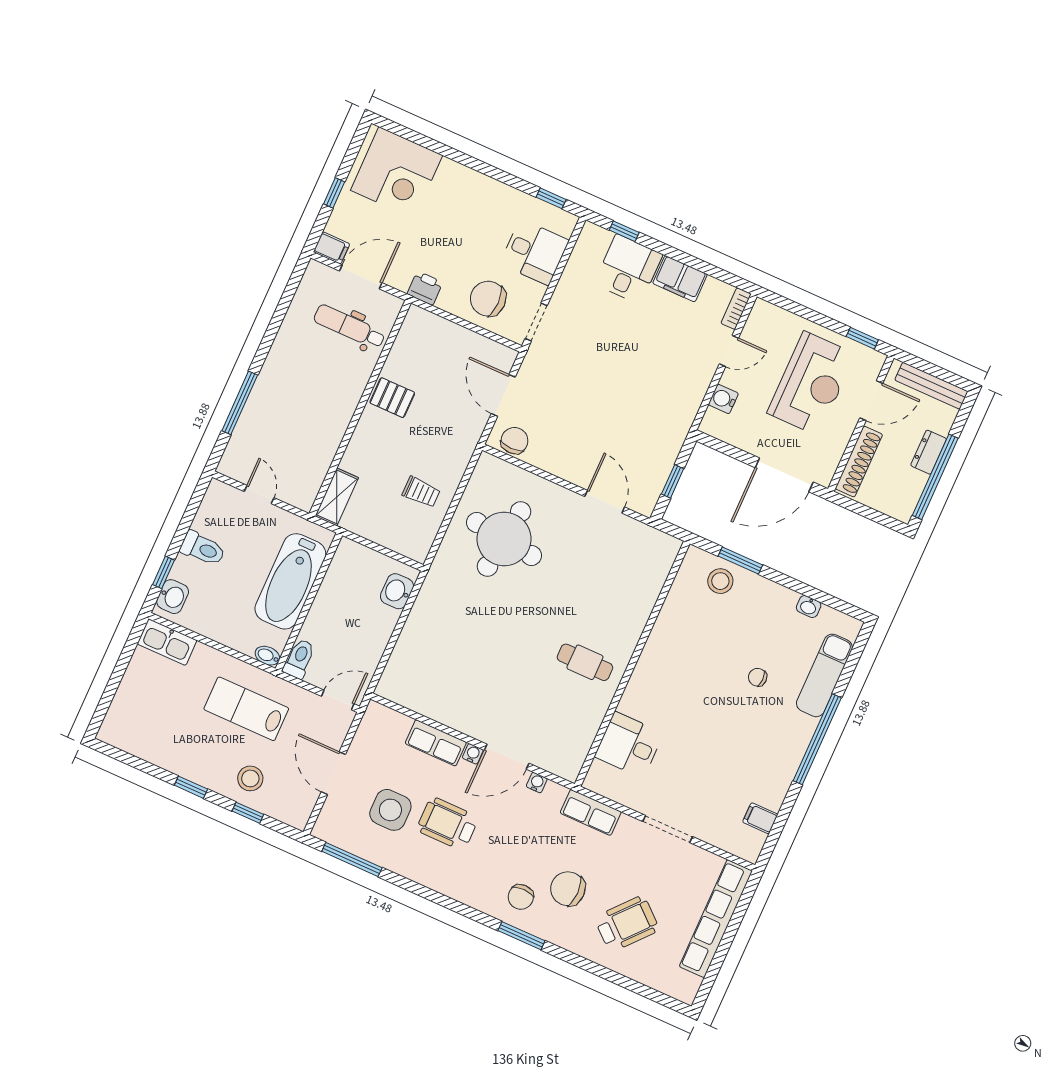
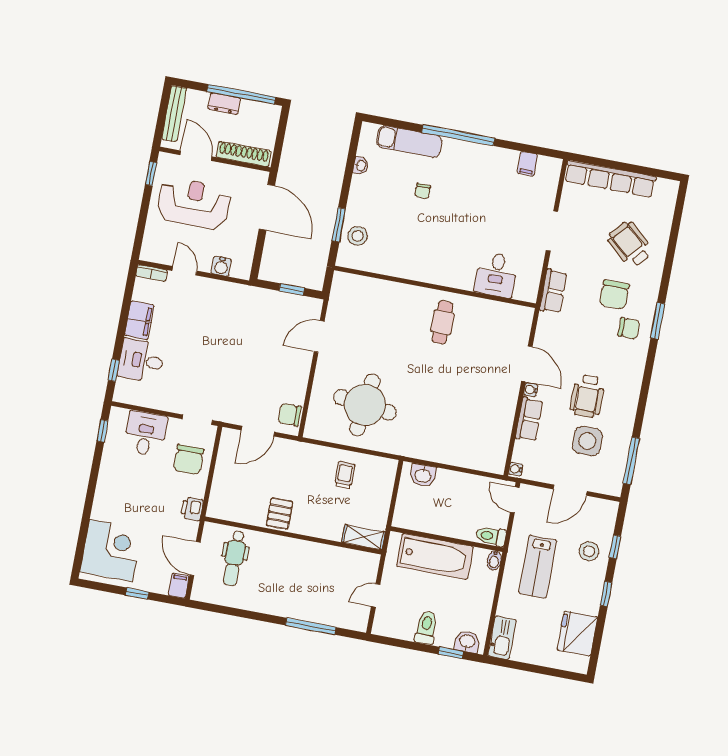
fridge: (150, 739) -> (577, 633), added
water cooler: (537, 783) -> (516, 469), moved

